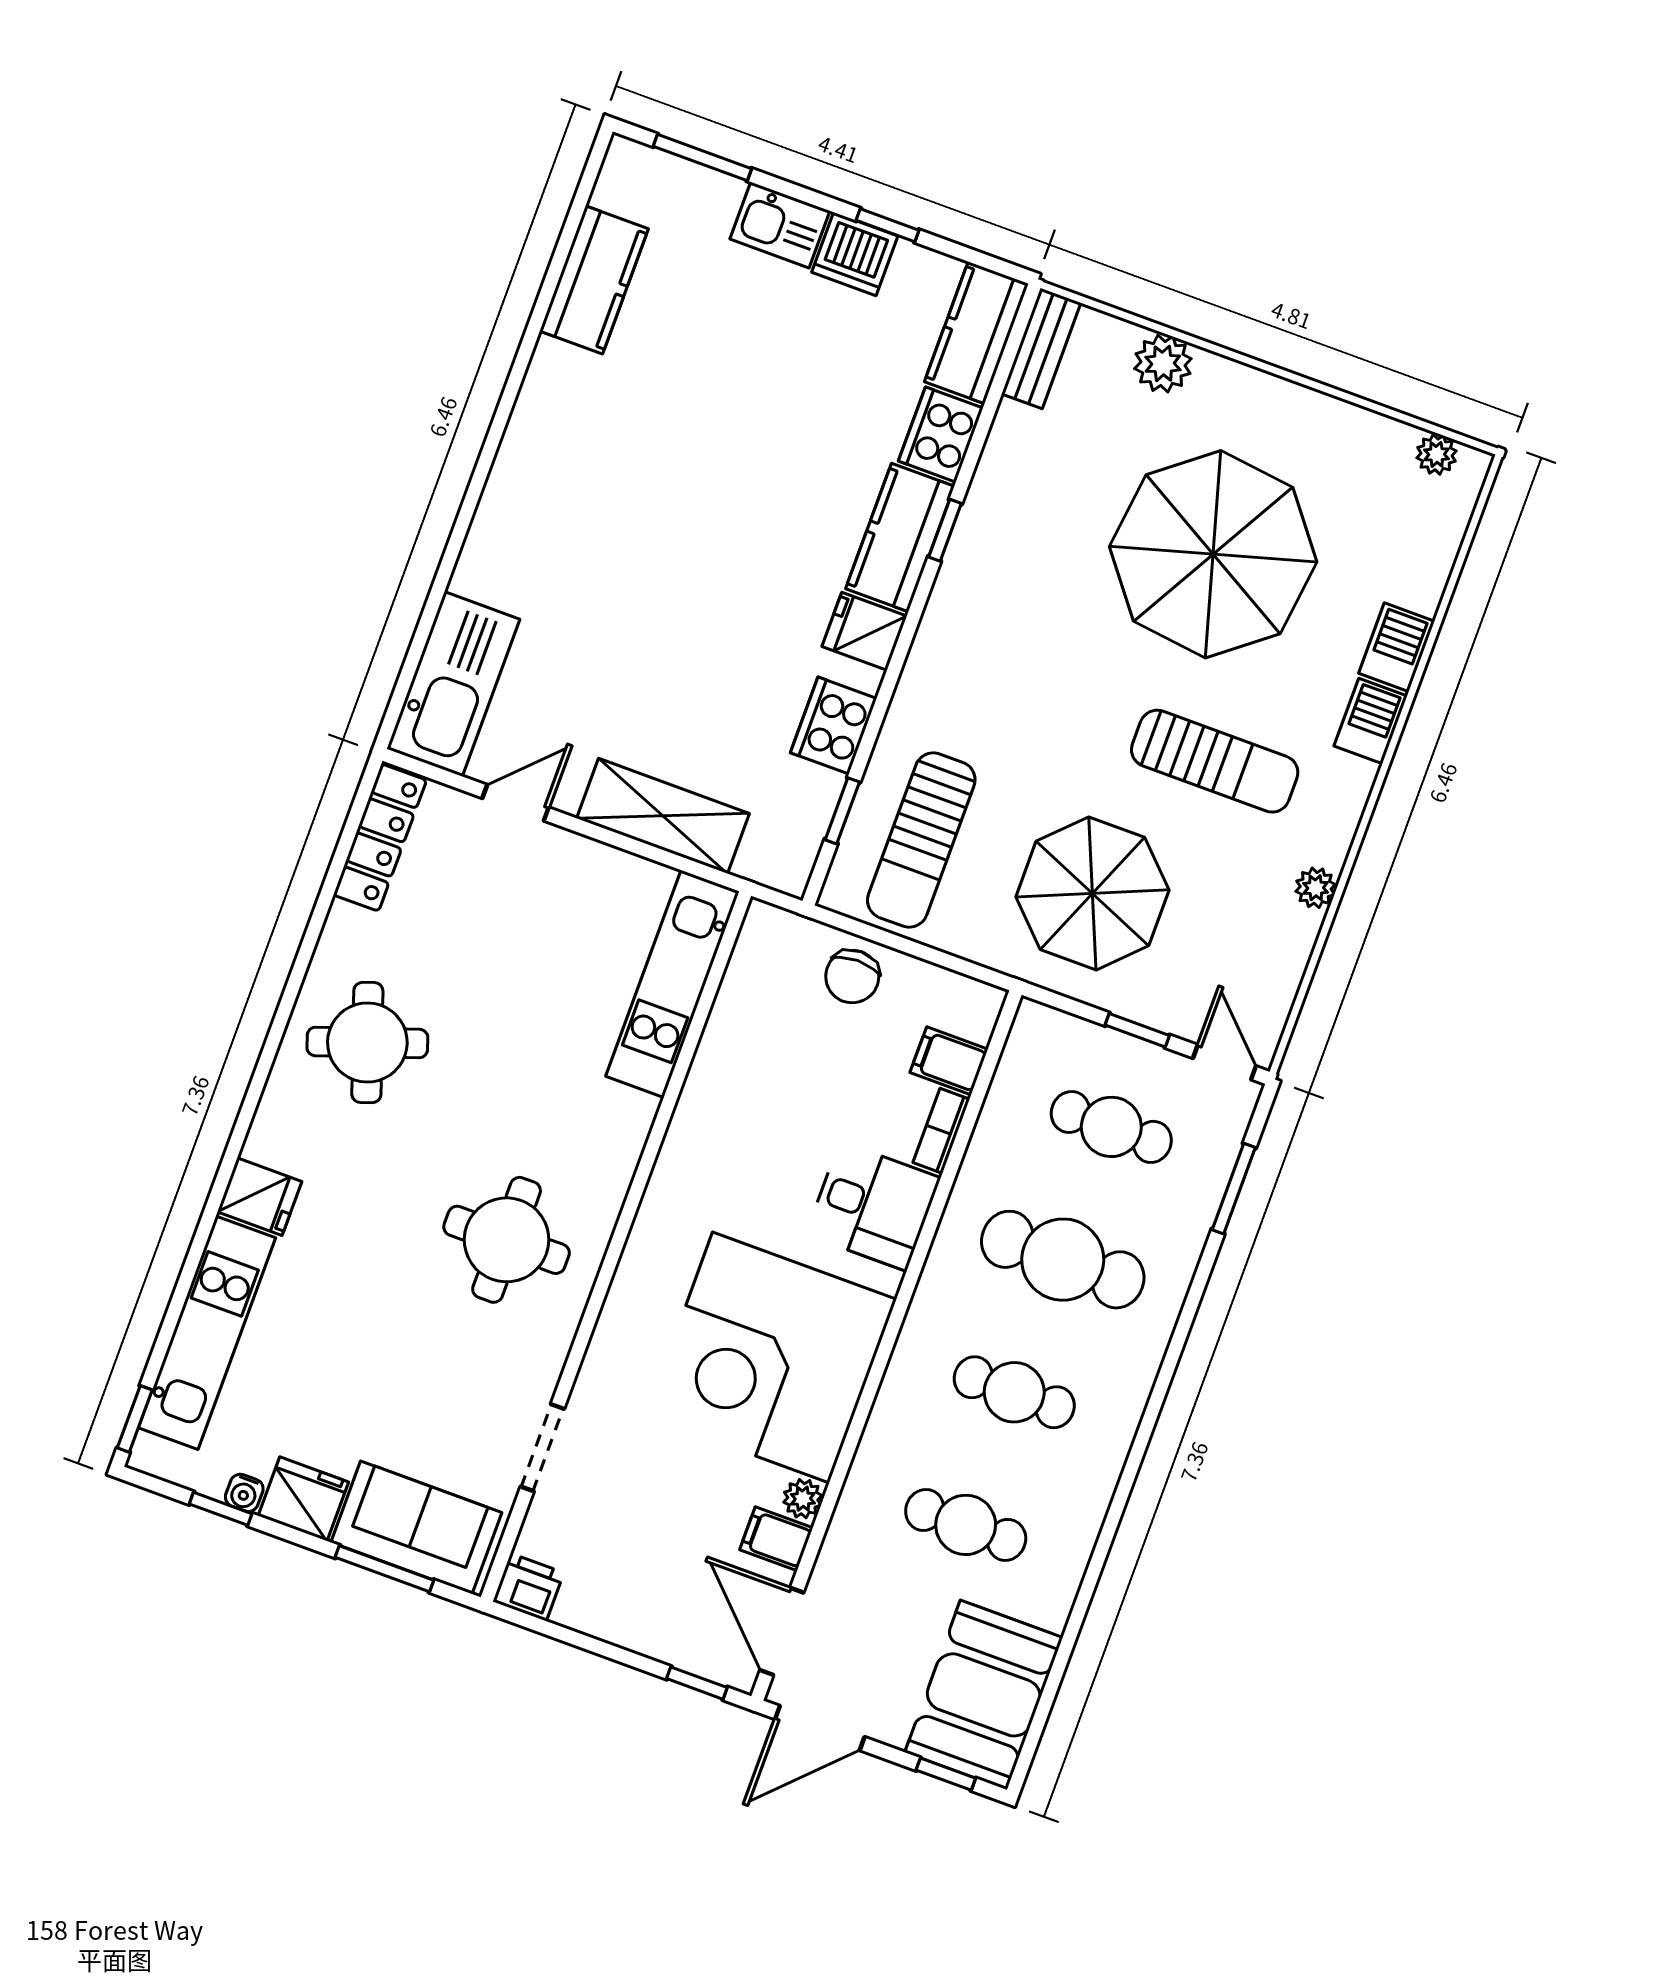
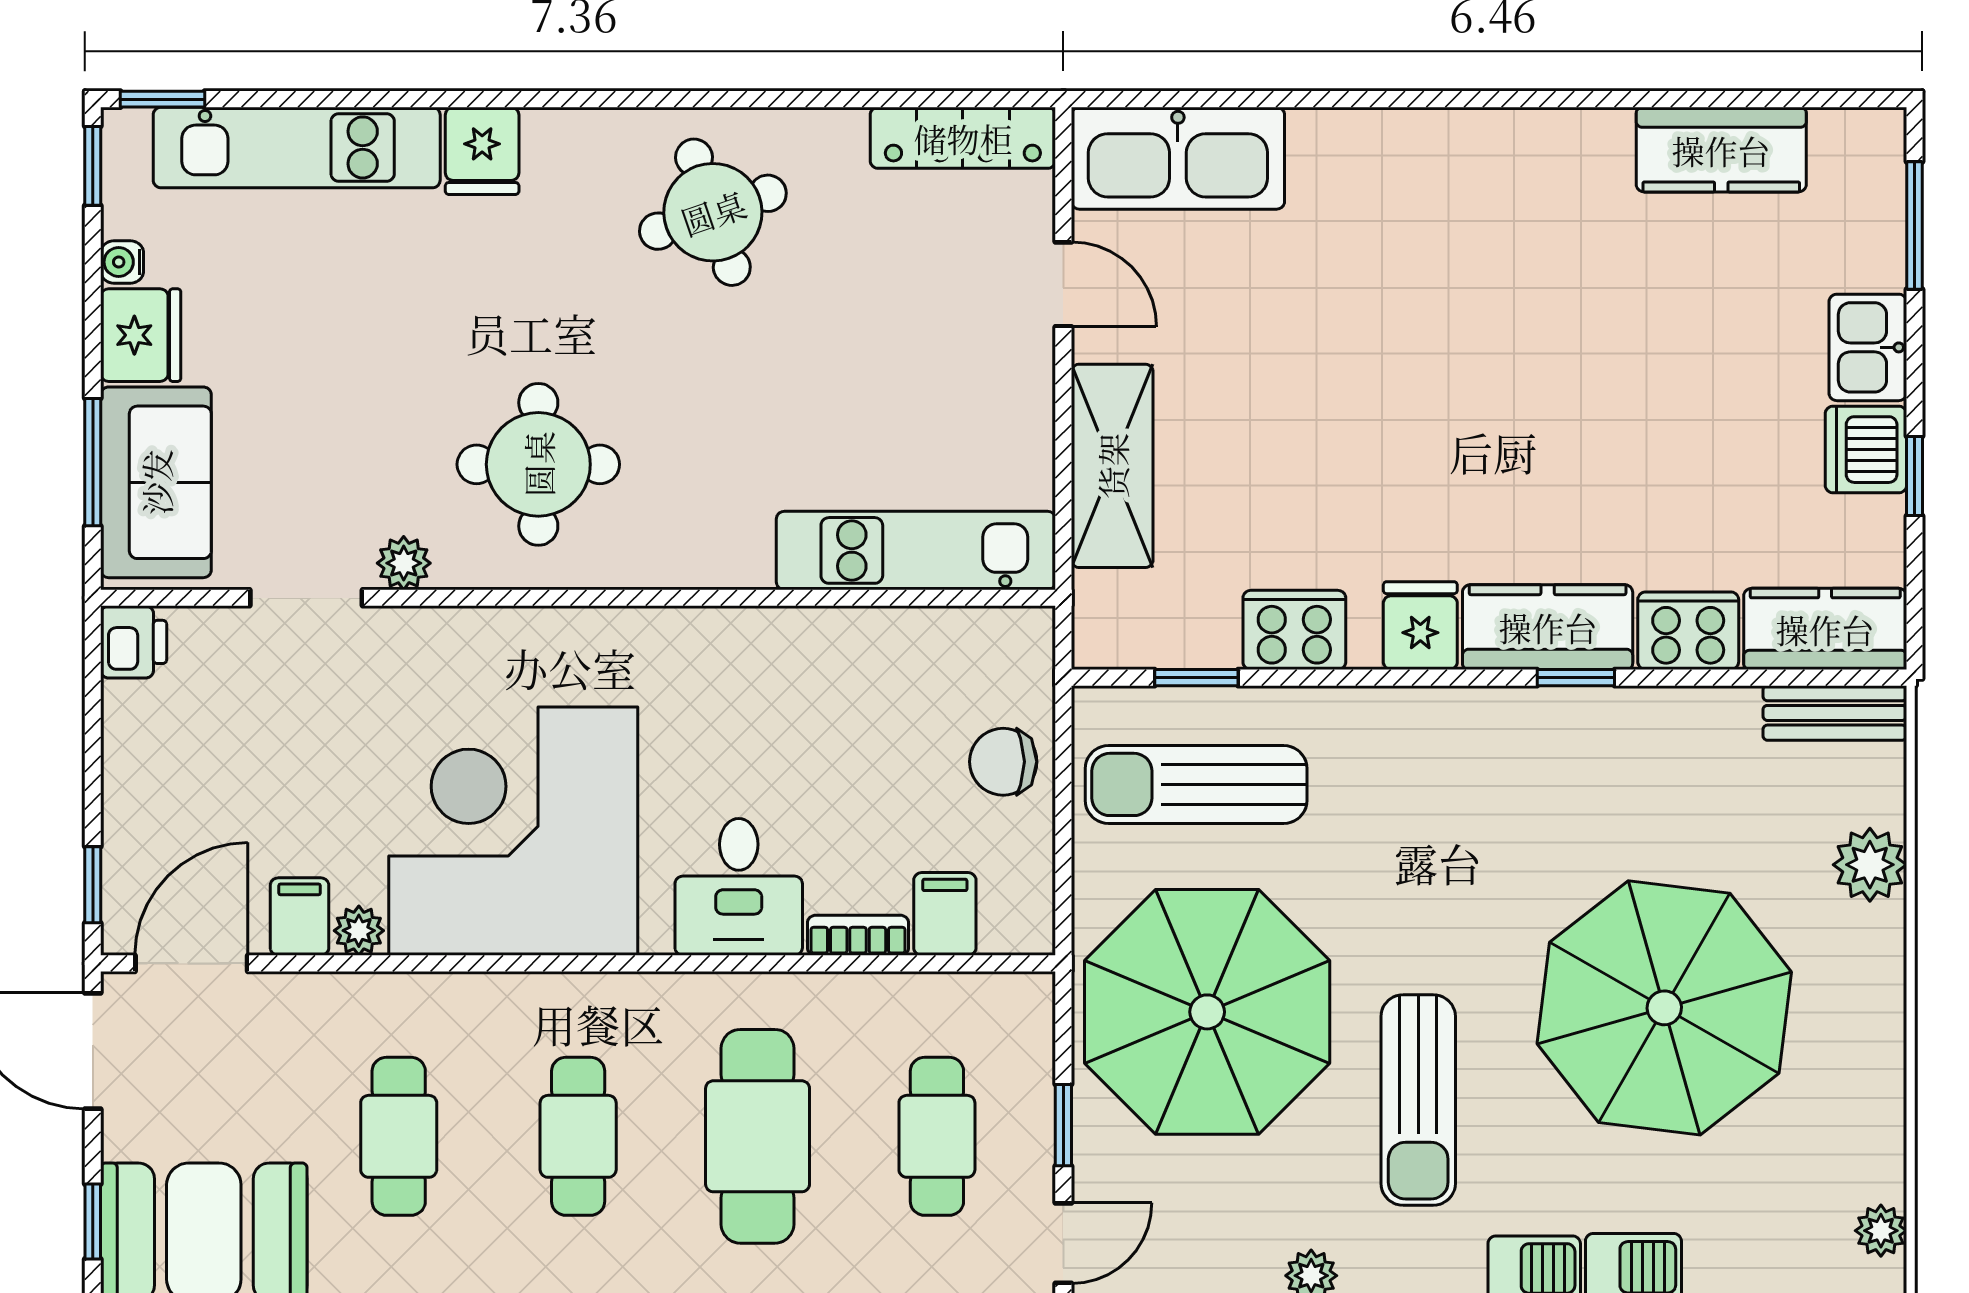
parasol: (1092, 893) -> (1207, 1012), width x1.36, depth x1.36
plant: (543, 1366) -> (404, 563), added
window: (221, 1509) -> (93, 166), moved

